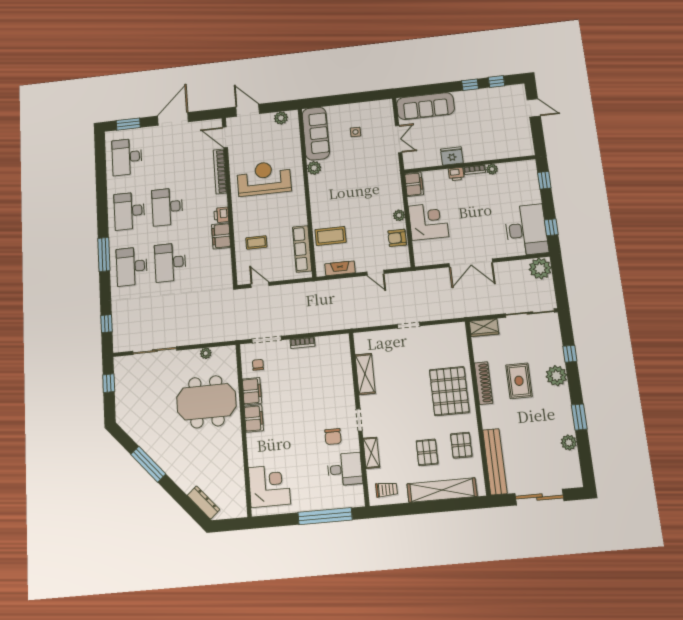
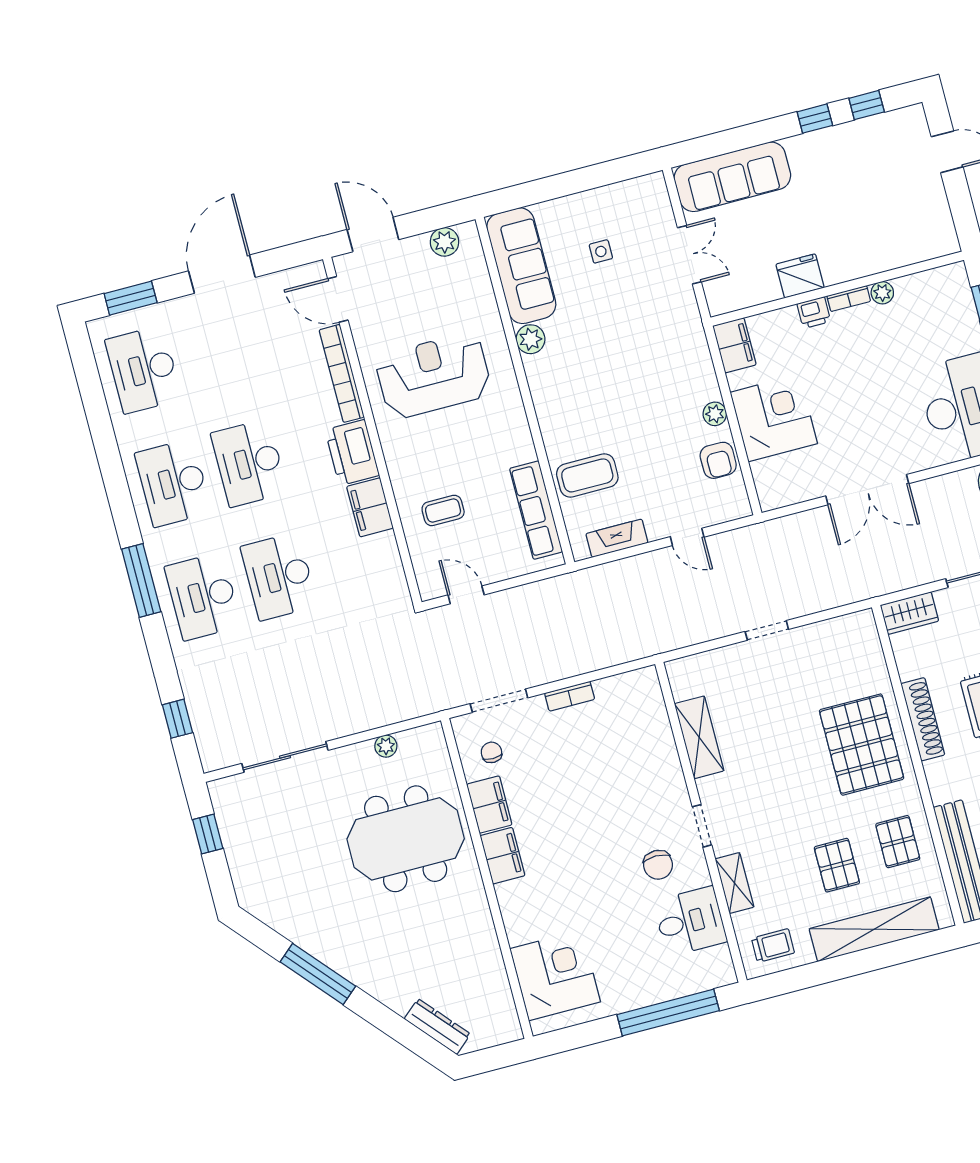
printer: (221, 215) -> (352, 453), width x1.87, depth x1.48
armchair: (397, 238) -> (718, 460), turned -90

